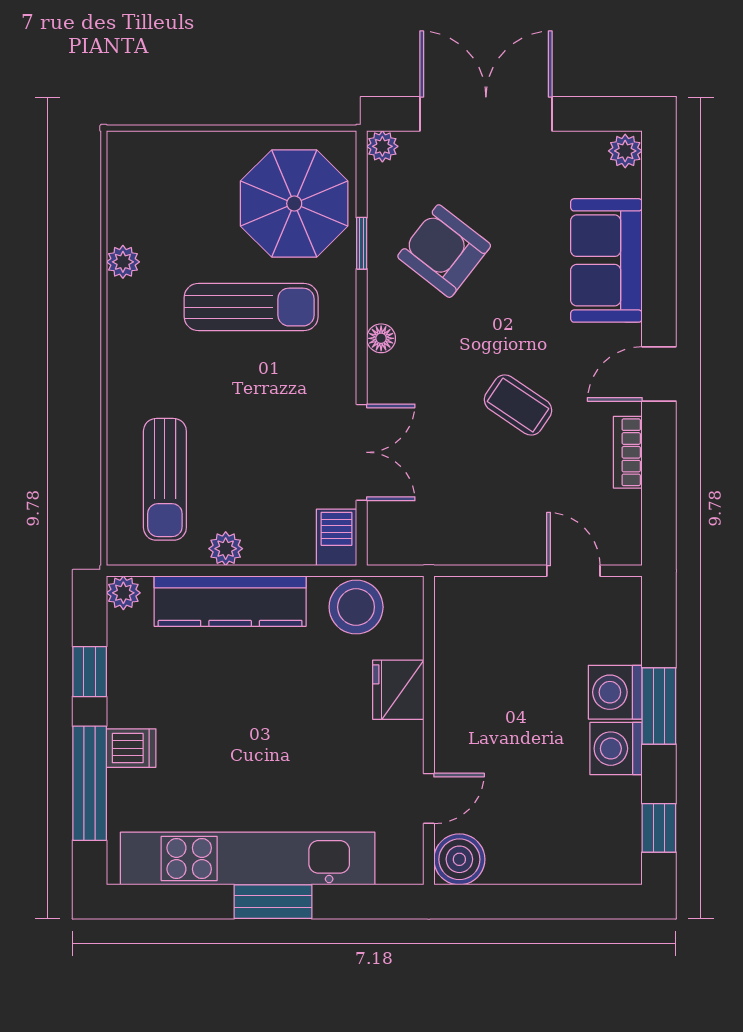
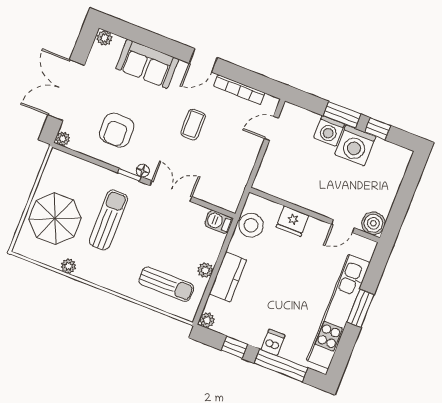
parasol: (294, 203) -> (55, 219), moved
window: (362, 243) -> (129, 175), moved
armchair: (444, 251) -> (117, 130), turned -38
door: (659, 374) -> (203, 60), hinge flipped
coffee table: (518, 405) -> (193, 124), turned -34
double door: (362, 452) -> (171, 191), moved
bookcase: (628, 452) -> (239, 90), width x1.56
kitchen counter: (230, 601) -> (228, 277), width x0.67
washing machine: (616, 749) -> (355, 145), width x1.37, depth x1.37
door: (429, 798) -> (343, 226), swing flipped
window: (659, 828) -> (378, 129), moved

